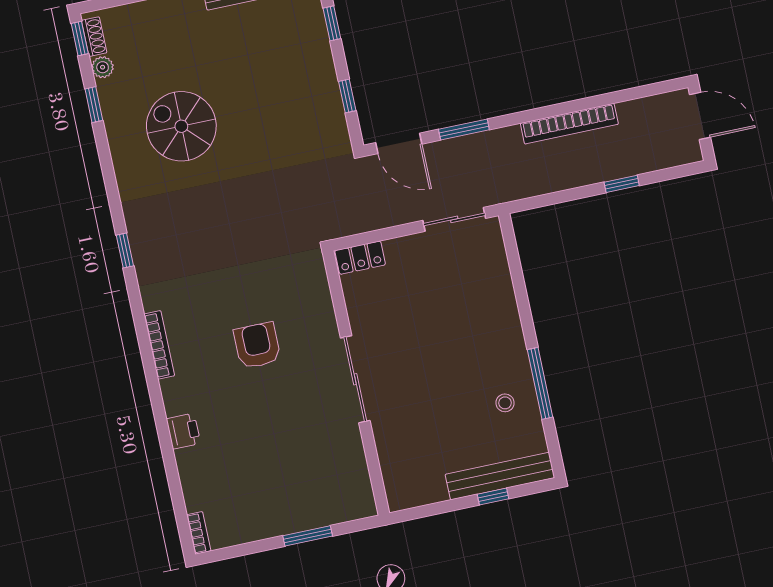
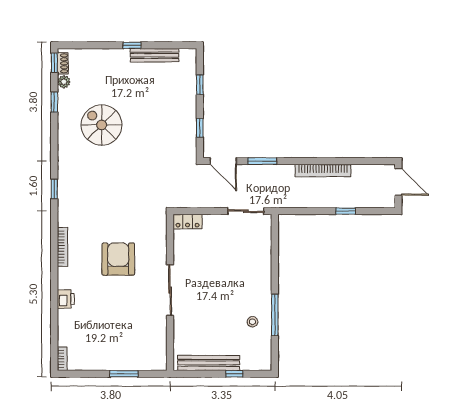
armchair: (257, 345) -> (118, 259), width x1.36, depth x1.36
bench: (500, 476) -> (209, 363), moved

